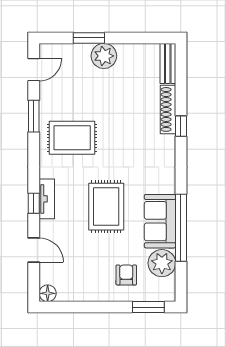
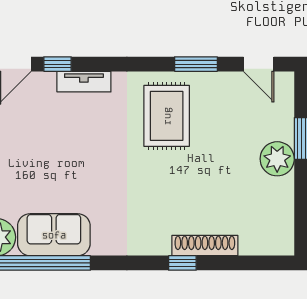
bench: (168, 63) -> (267, 245), removed
window: (34, 203) -> (58, 64), moved
rug: (106, 207) -> (74, 162), removed

